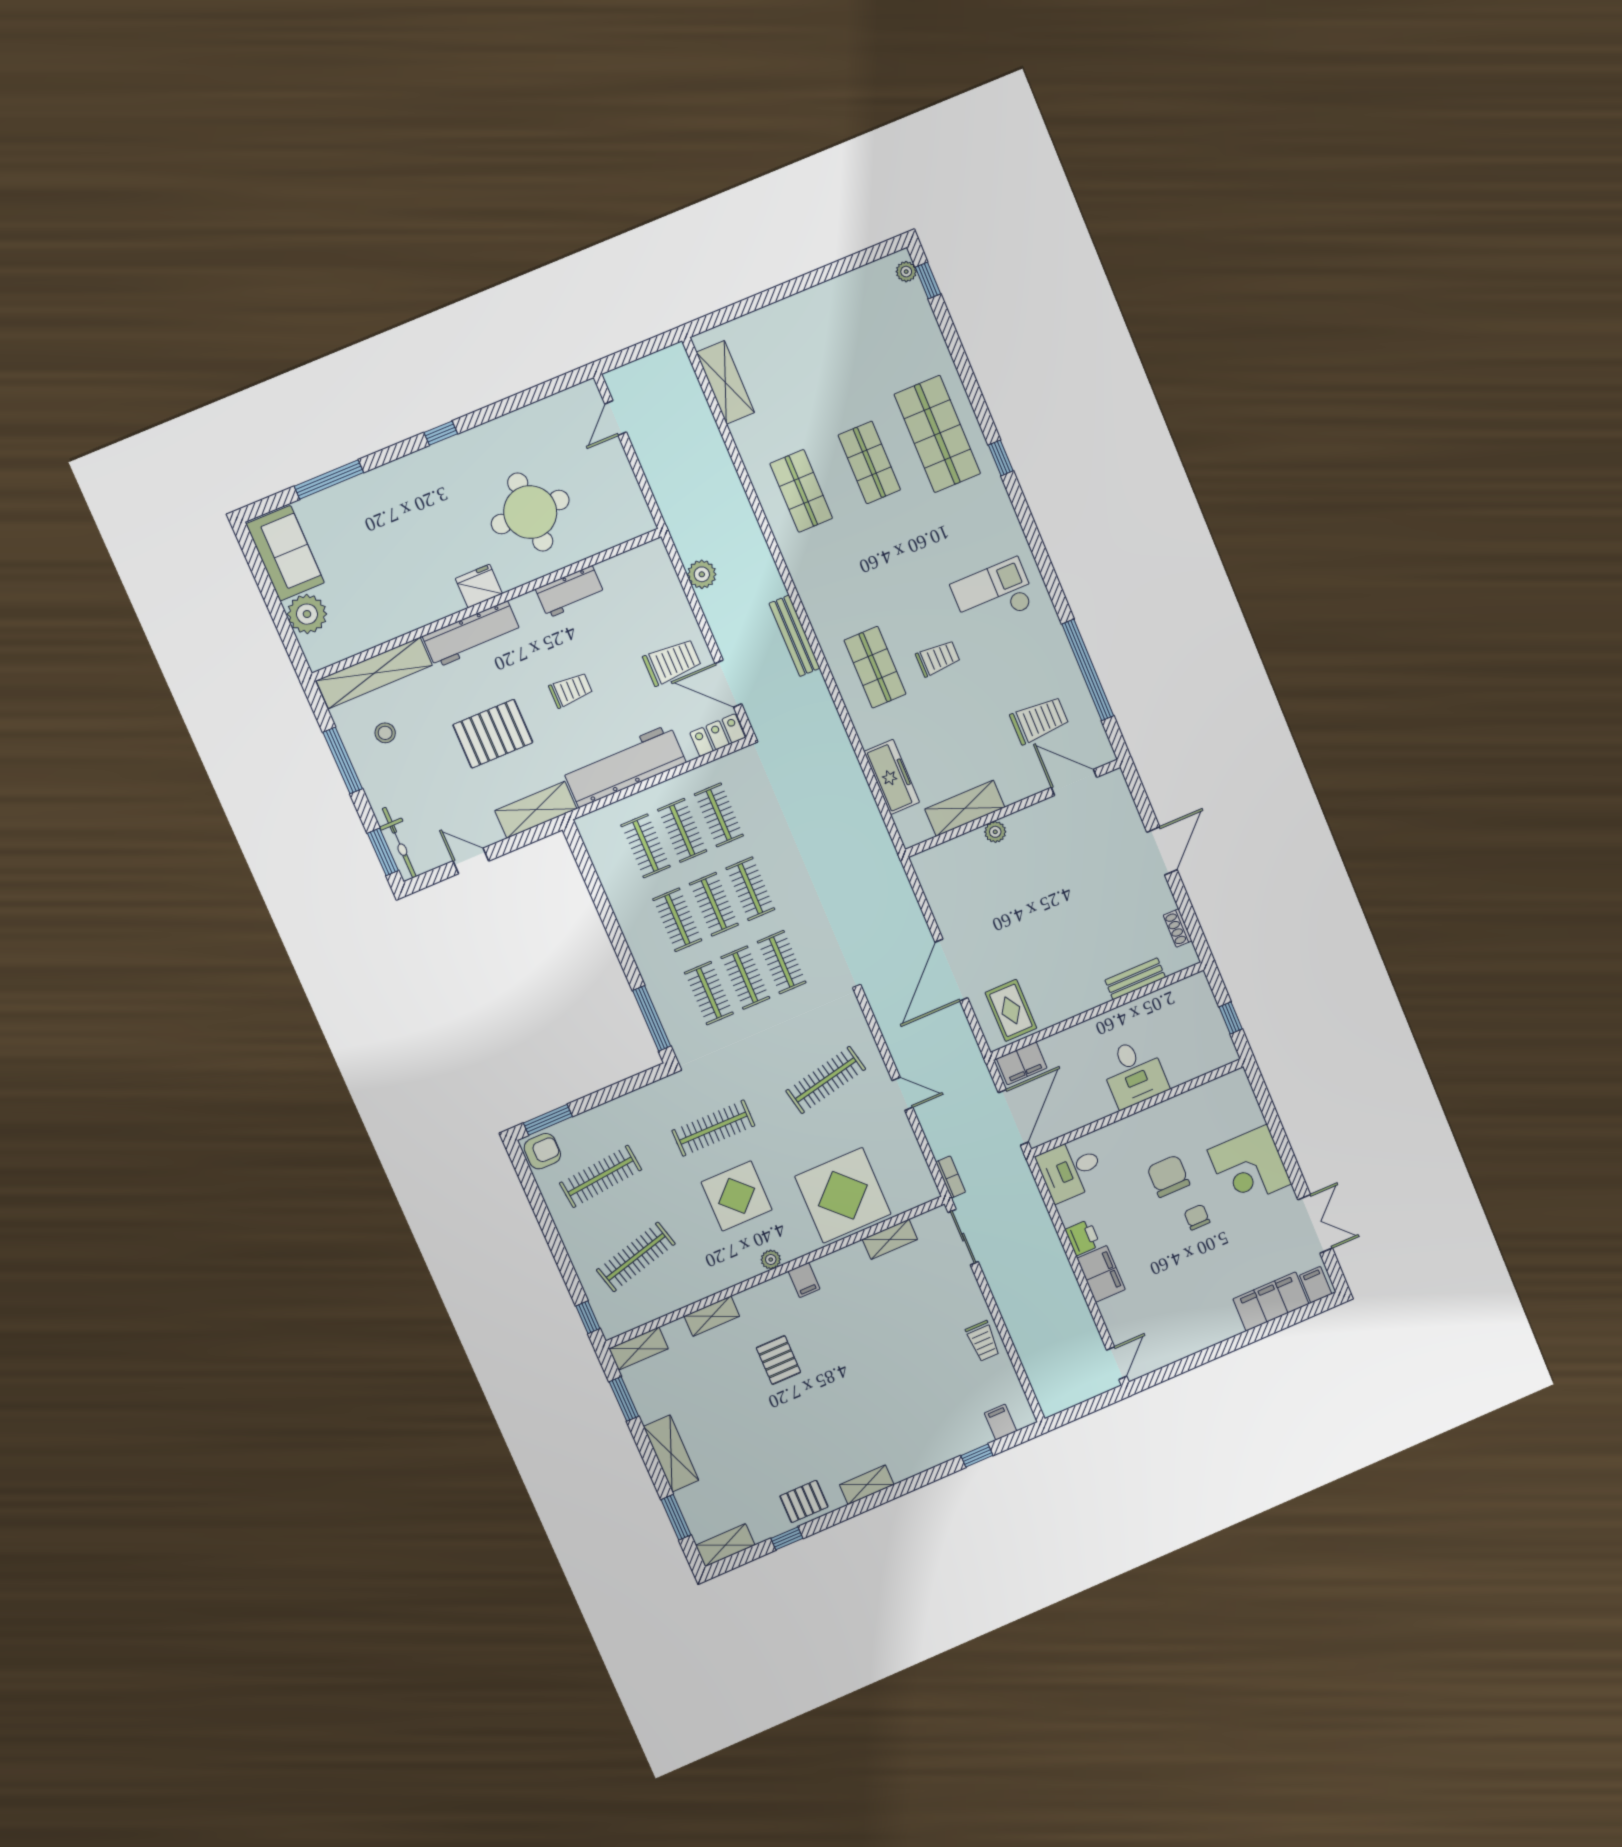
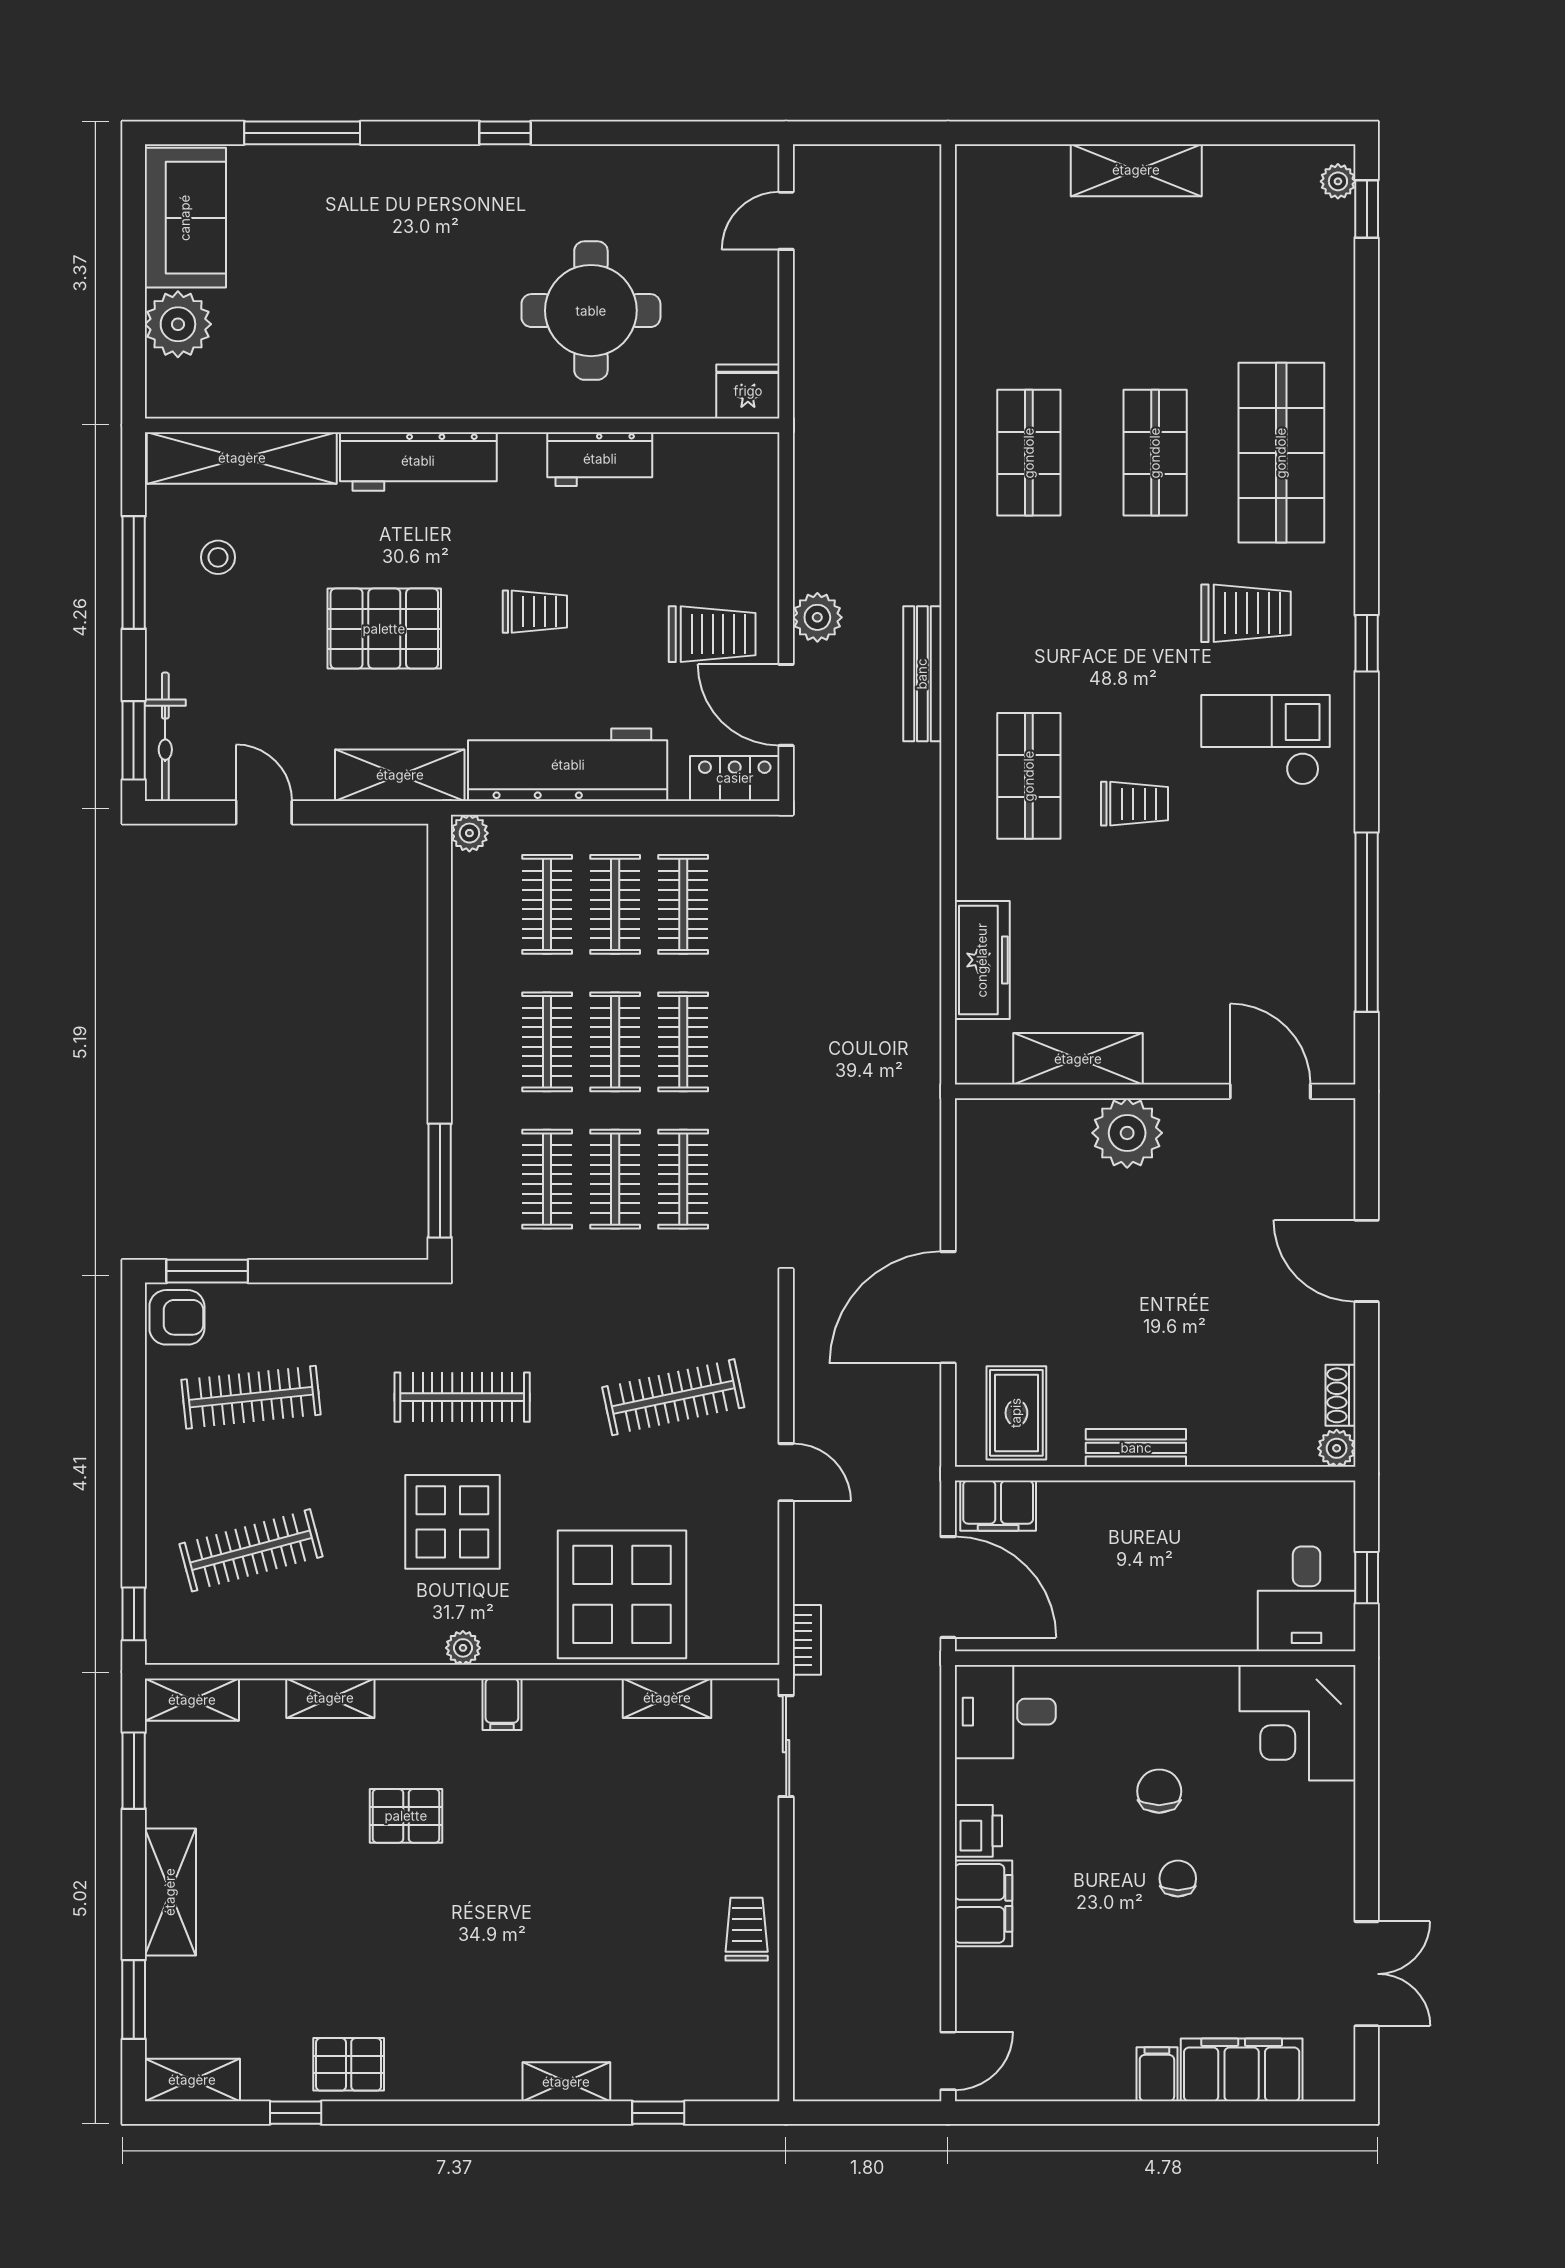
shelving: (725, 382) -> (1136, 170), moved, turned 90
window: (1001, 458) -> (1367, 643), moved
plant: (702, 574) -> (817, 617), moved
fridge: (479, 586) -> (748, 391), moved
trolley: (1039, 720) -> (1246, 613), moved
plant: (587, 825) -> (469, 833), added
plant: (995, 832) -> (1127, 1133), width x1.87, depth x1.87
door: (1162, 851) -> (1367, 1261), swing flipped
plant: (1187, 957) -> (1337, 1448), added
bench: (1135, 979) -> (1136, 1448), moved
desk: (1134, 1073) -> (1307, 1599), moved
door: (1013, 1117) -> (948, 1587), hinge flipped
corner desk: (1250, 1167) -> (1297, 1723), moved
chair: (1168, 1176) -> (1159, 1791), width x0.73, depth x0.73
filing cabinet: (1316, 1285) -> (1157, 2074), moved
trolley: (983, 1341) -> (747, 1929), turned 180
pallet: (778, 1360) -> (406, 1816), turned 90
filing cabinet: (1000, 1422) -> (719, 2075), removed
shelving: (867, 1485) -> (566, 2082), moved

